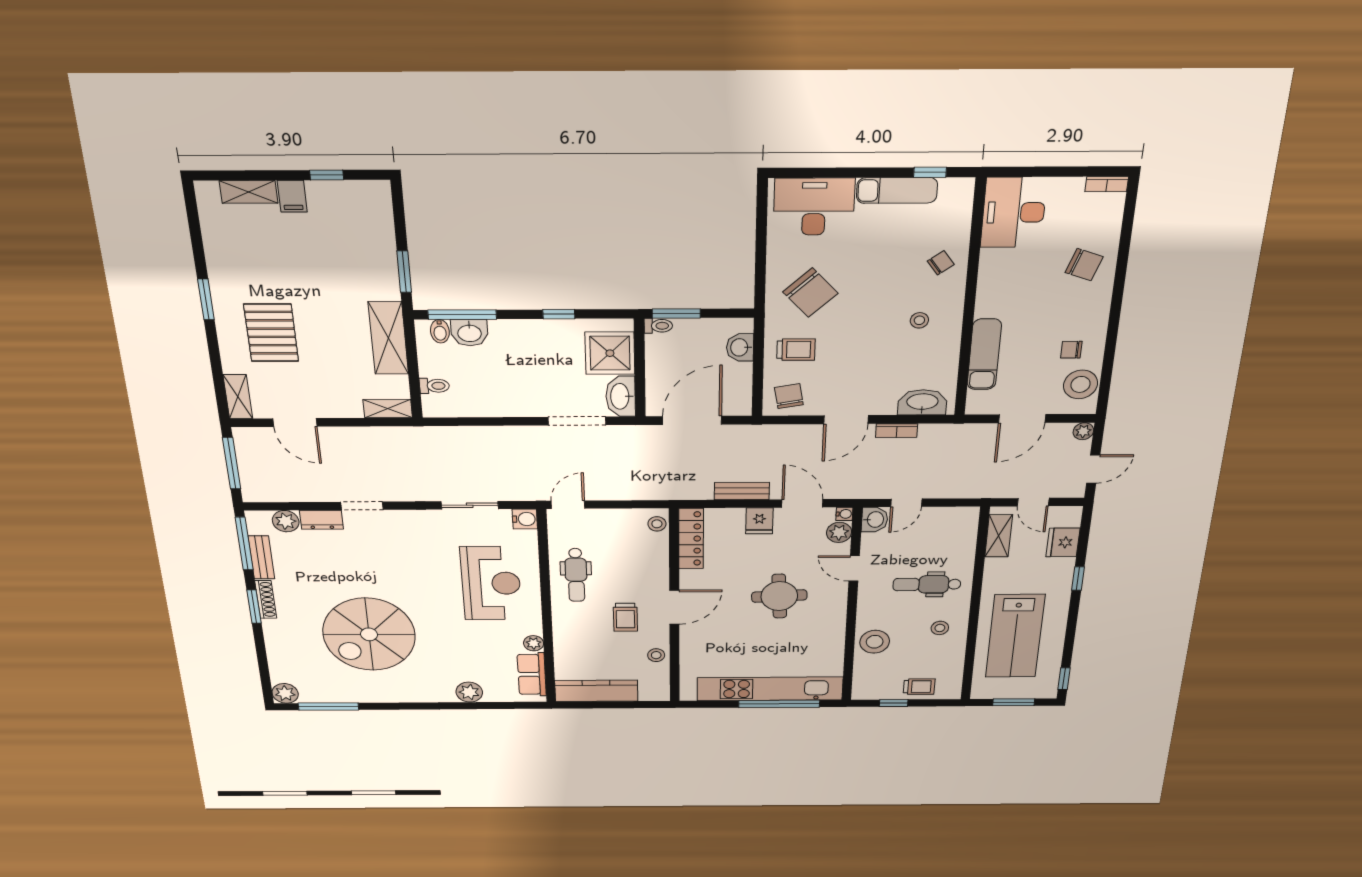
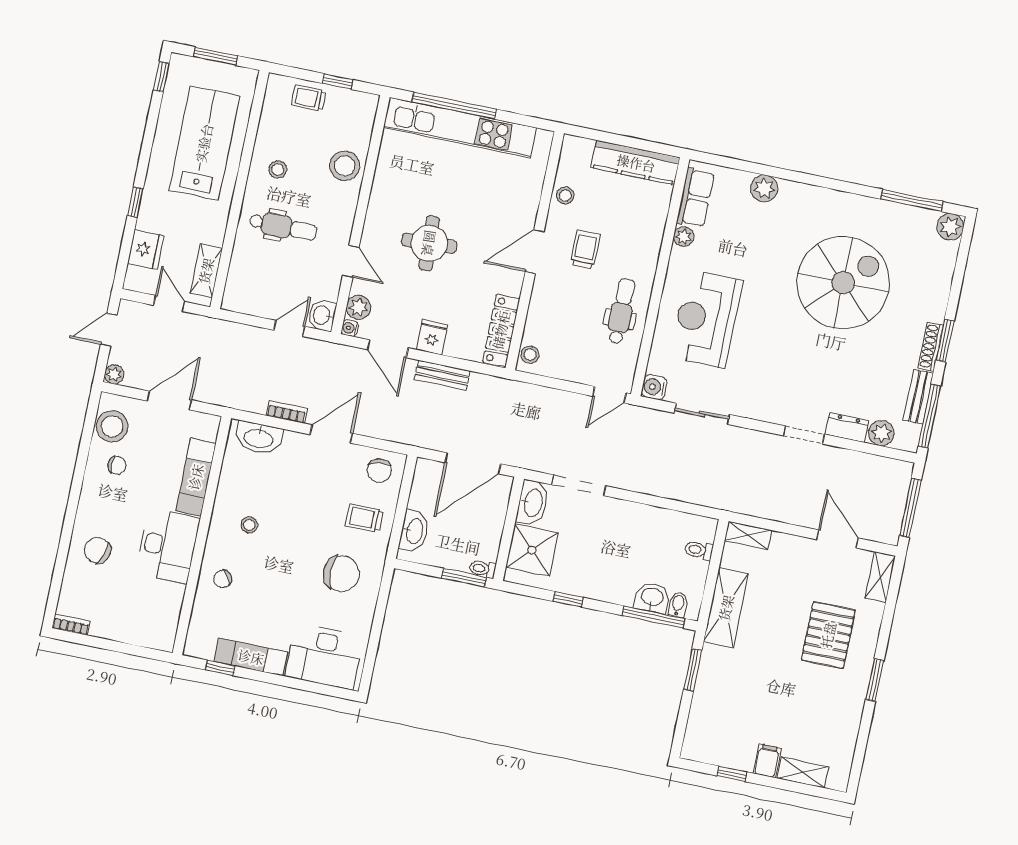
desk: (1014, 212) -> (168, 546), moved
chair: (810, 293) -> (341, 574), turned 133
washbasin: (740, 347) -> (414, 531), width x1.38

